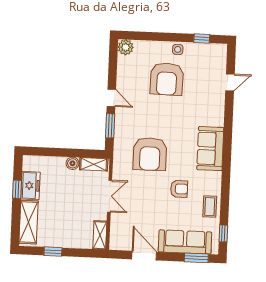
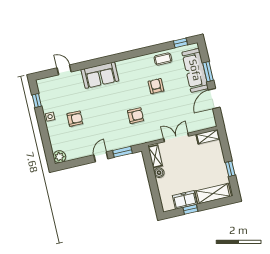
armchair: (167, 79) -> (75, 119), width x0.53, depth x0.53
sofa: (210, 149) -> (100, 75), moved
armchair: (150, 154) -> (136, 116), width x0.53, depth x0.53
window: (196, 258) -> (208, 72), moved

